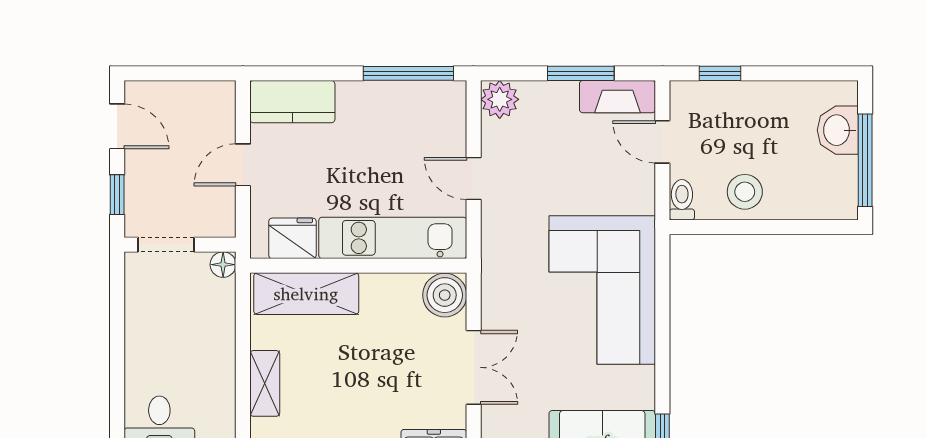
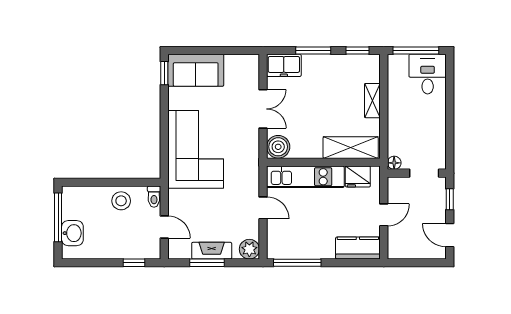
fireplace: (617, 97) -> (212, 251), moved
double door: (474, 367) -> (263, 109), swing flipped

